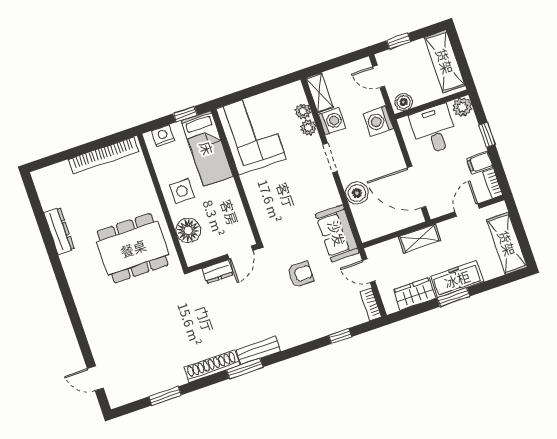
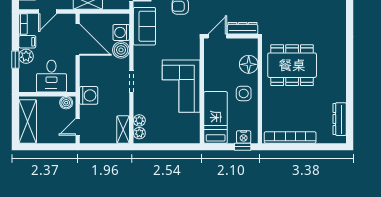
window: (399, 41) -> (55, 147), removed
door: (379, 76) -> (78, 127), swing flipped
plant: (462, 107) -> (26, 56), moved
window: (185, 114) -> (243, 147), moved
washing machine: (332, 121) -> (121, 32), moved
plant: (308, 128) -> (139, 133), moved
corner sofa: (251, 134) -> (181, 86), moved
dresser: (59, 231) -> (340, 119), moved
dresser: (218, 272) -> (243, 28), width x1.44

